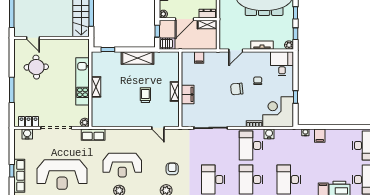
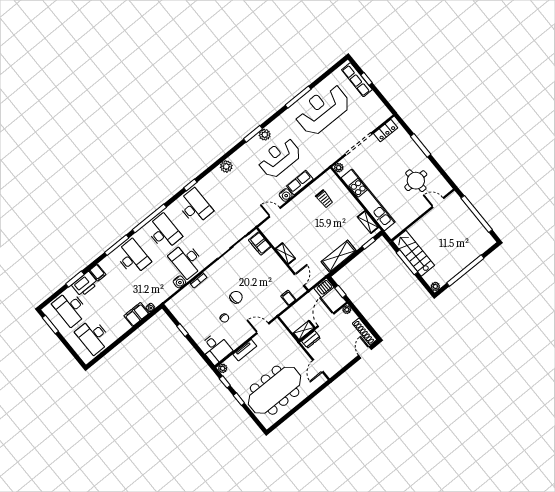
door: (236, 50) -> (263, 328), hinge flipped
door: (180, 64) -> (299, 280), added
kitchen unit: (82, 81) -> (368, 200), width x1.36
shelving: (96, 87) -> (368, 222), moved
filing cabinet: (188, 94) -> (260, 244), moved
trolley: (145, 95) -> (324, 199), moved
corner desk: (278, 112) -> (187, 306), removed
water cooler: (27, 134) -> (286, 195), moved
row of seats: (93, 135) -> (300, 183), moved
filing cabinet: (320, 136) -> (136, 314), width x2.00
desk: (251, 145) -> (187, 260), turned 180
armchair: (172, 169) -> (236, 188), removed

